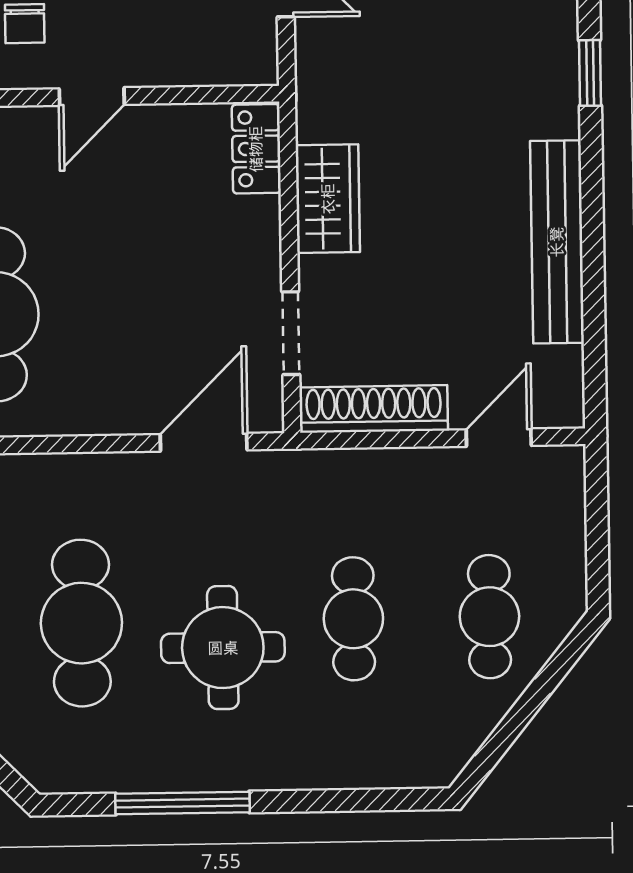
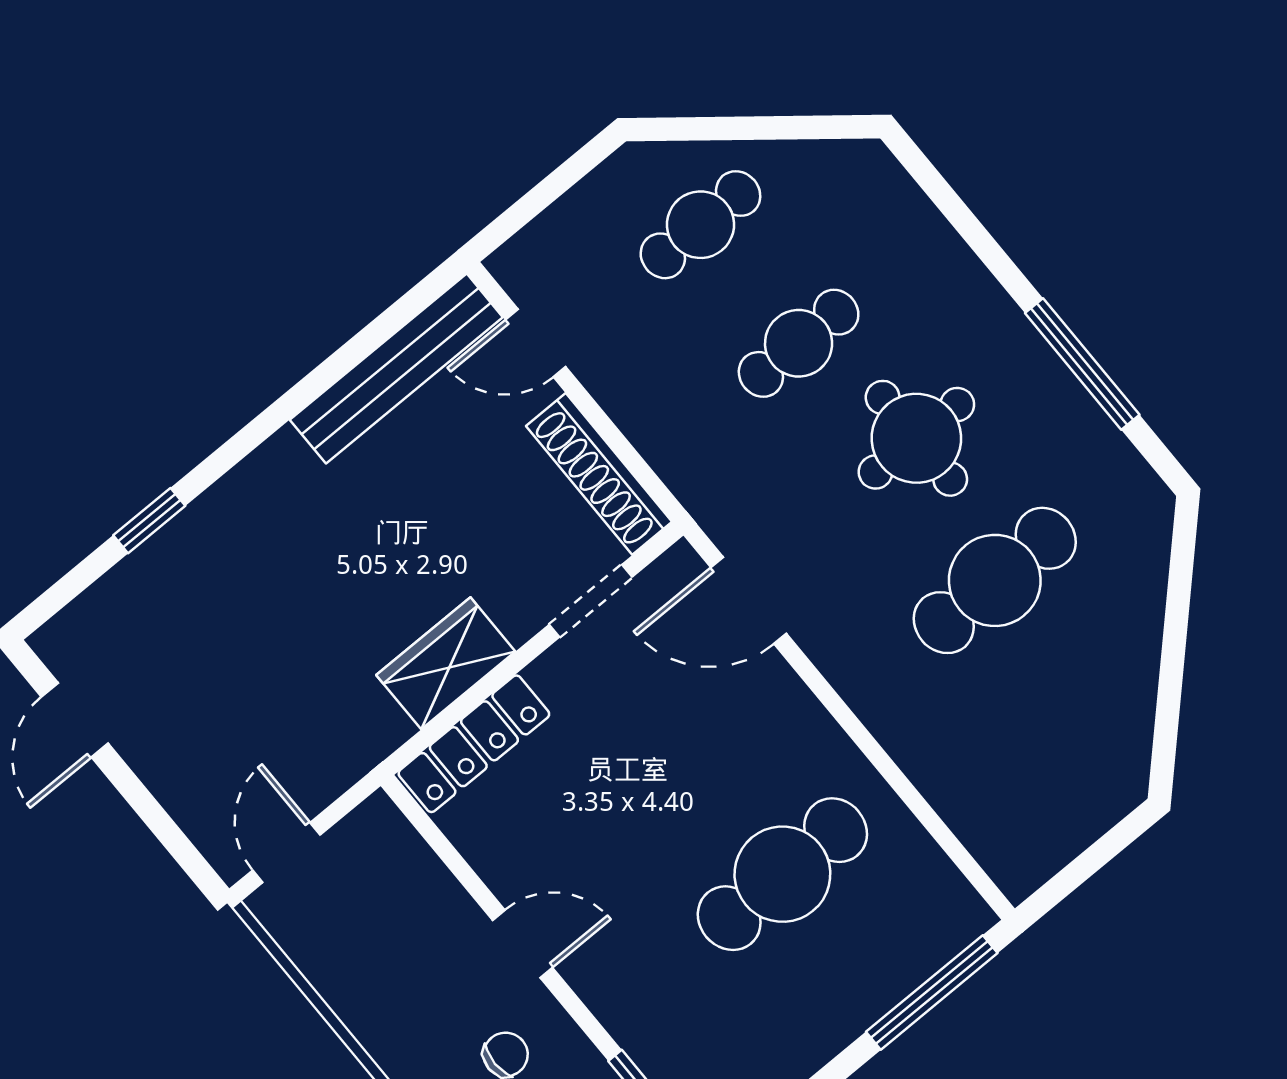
locker: (256, 149) -> (474, 744), width x1.53
bench: (557, 242) -> (396, 368), moved

